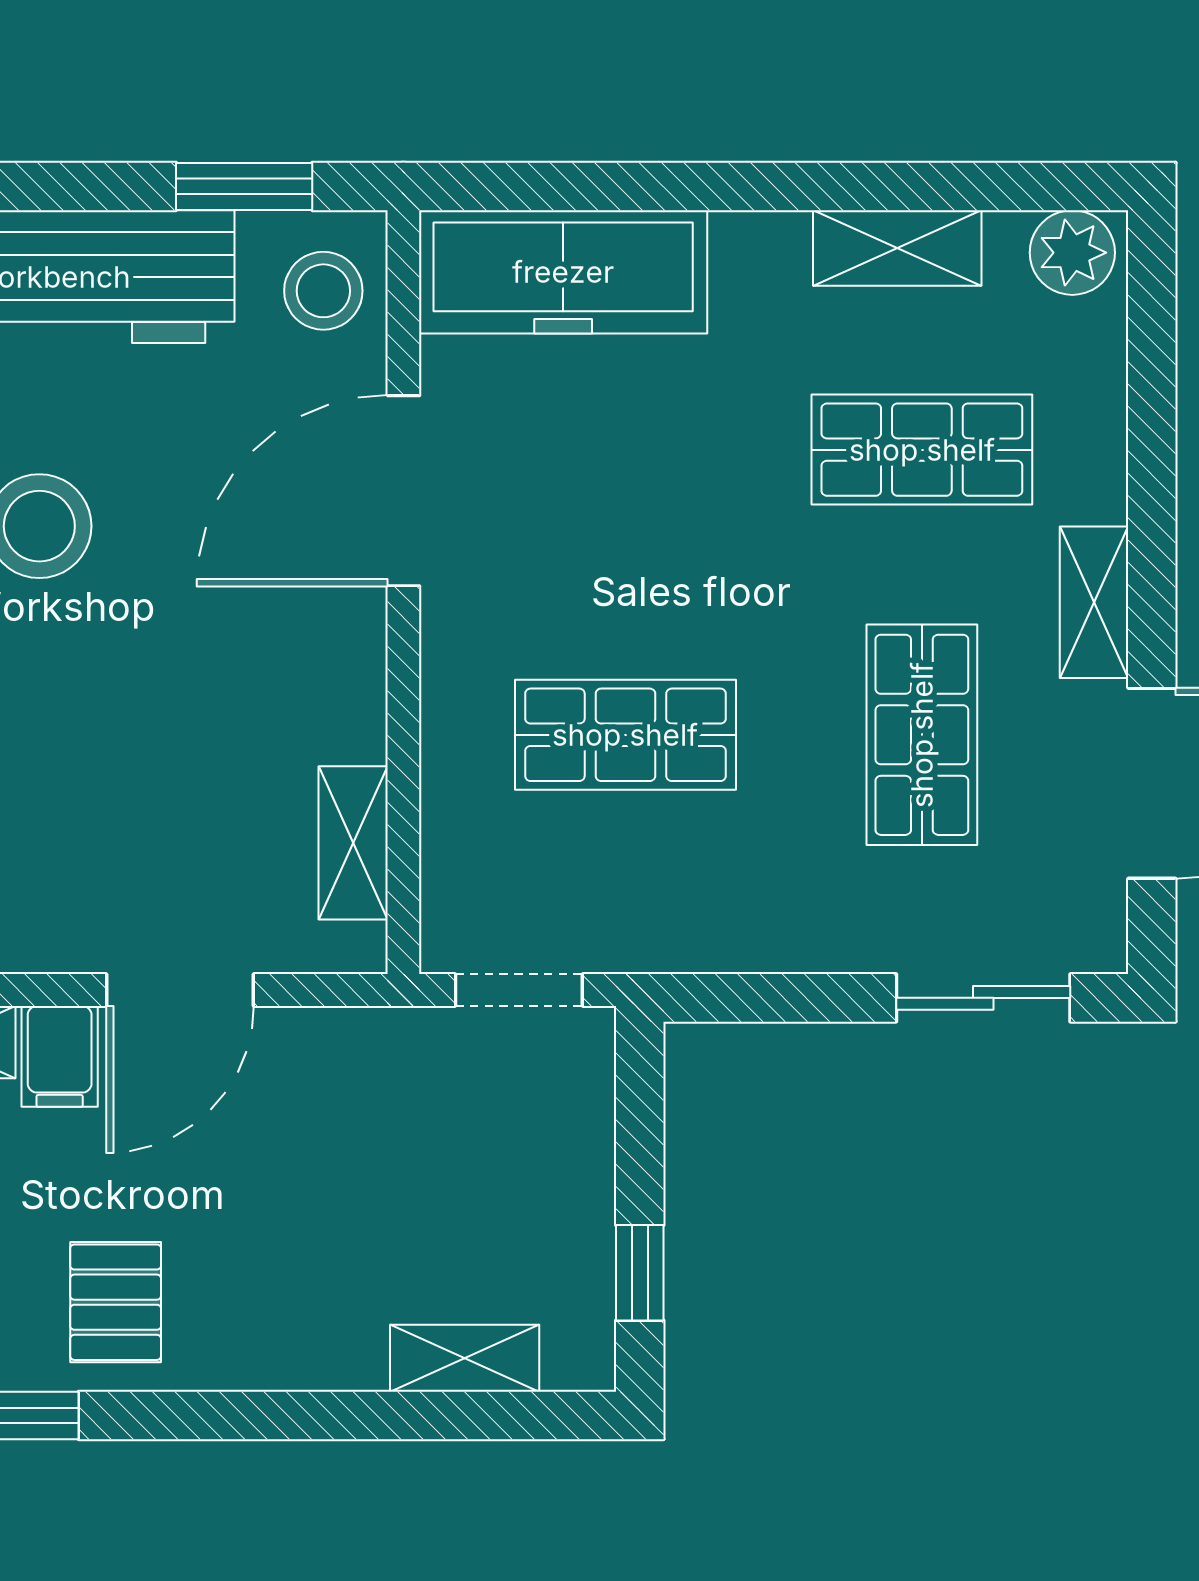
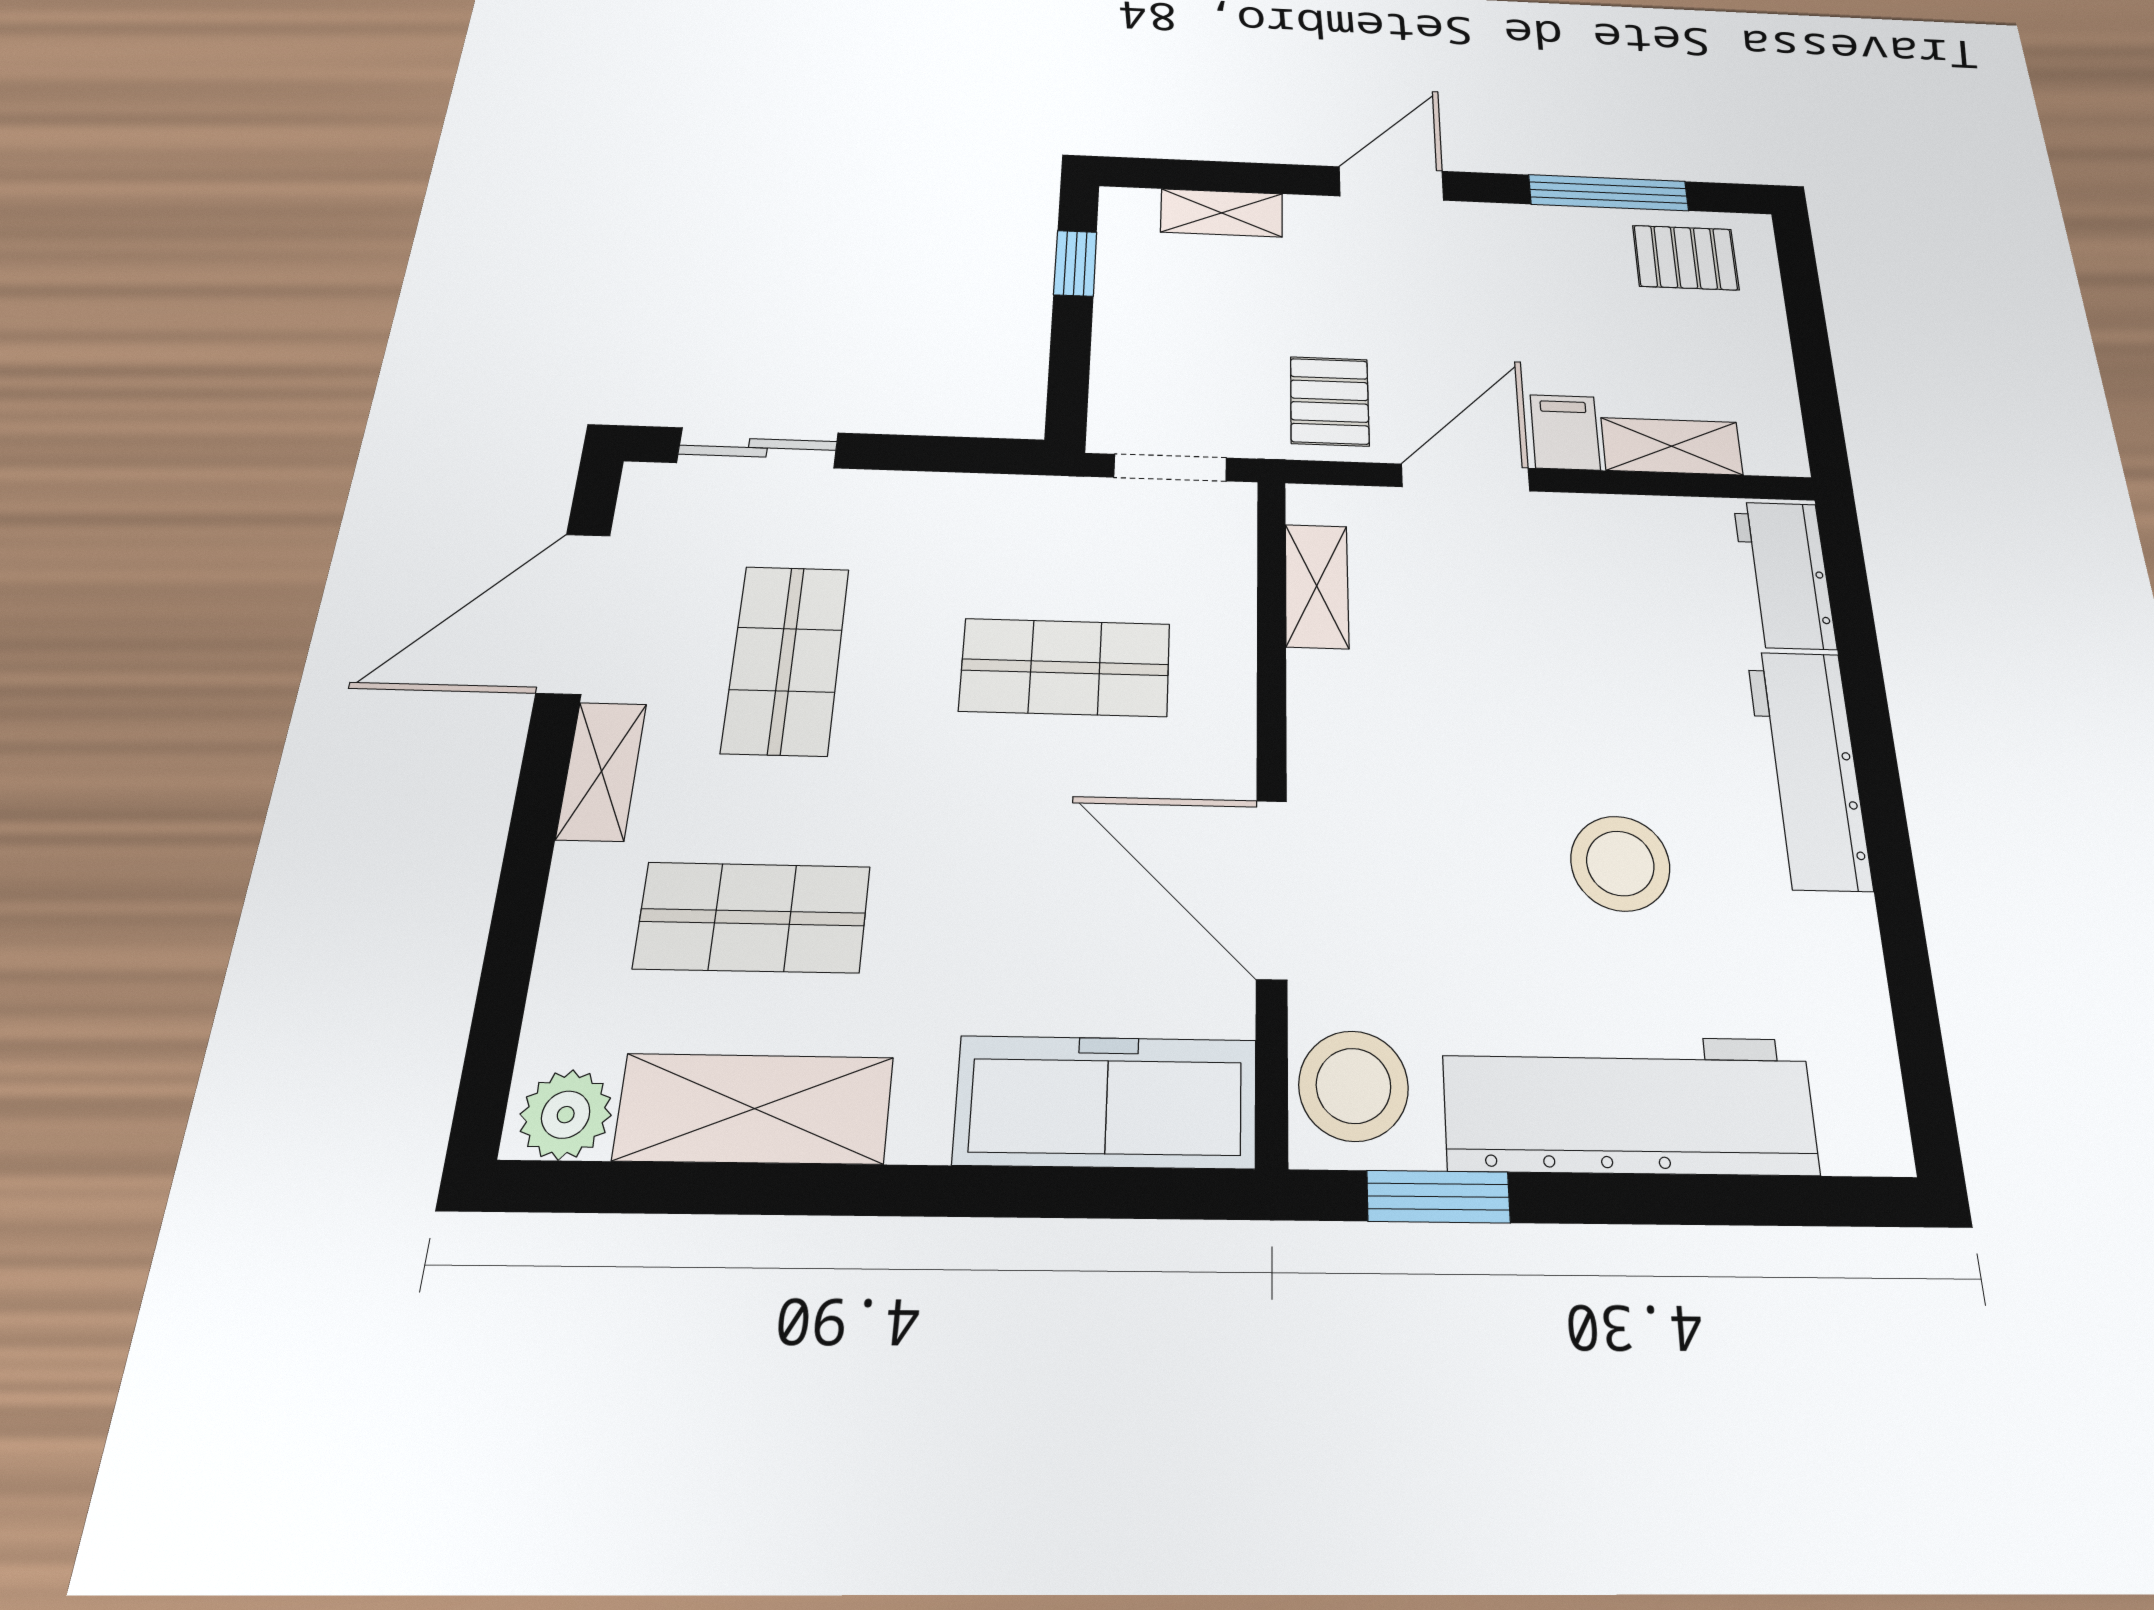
shelving: (897, 248) -> (754, 1109), width x1.50, depth x1.33
stool: (323, 291) -> (1353, 1086), width x1.38, depth x1.38
door: (403, 491) -> (1272, 889), swing flipped
pallet: (116, 1302) -> (1330, 401), moved
door: (253, 1415) -> (1391, 184), added

